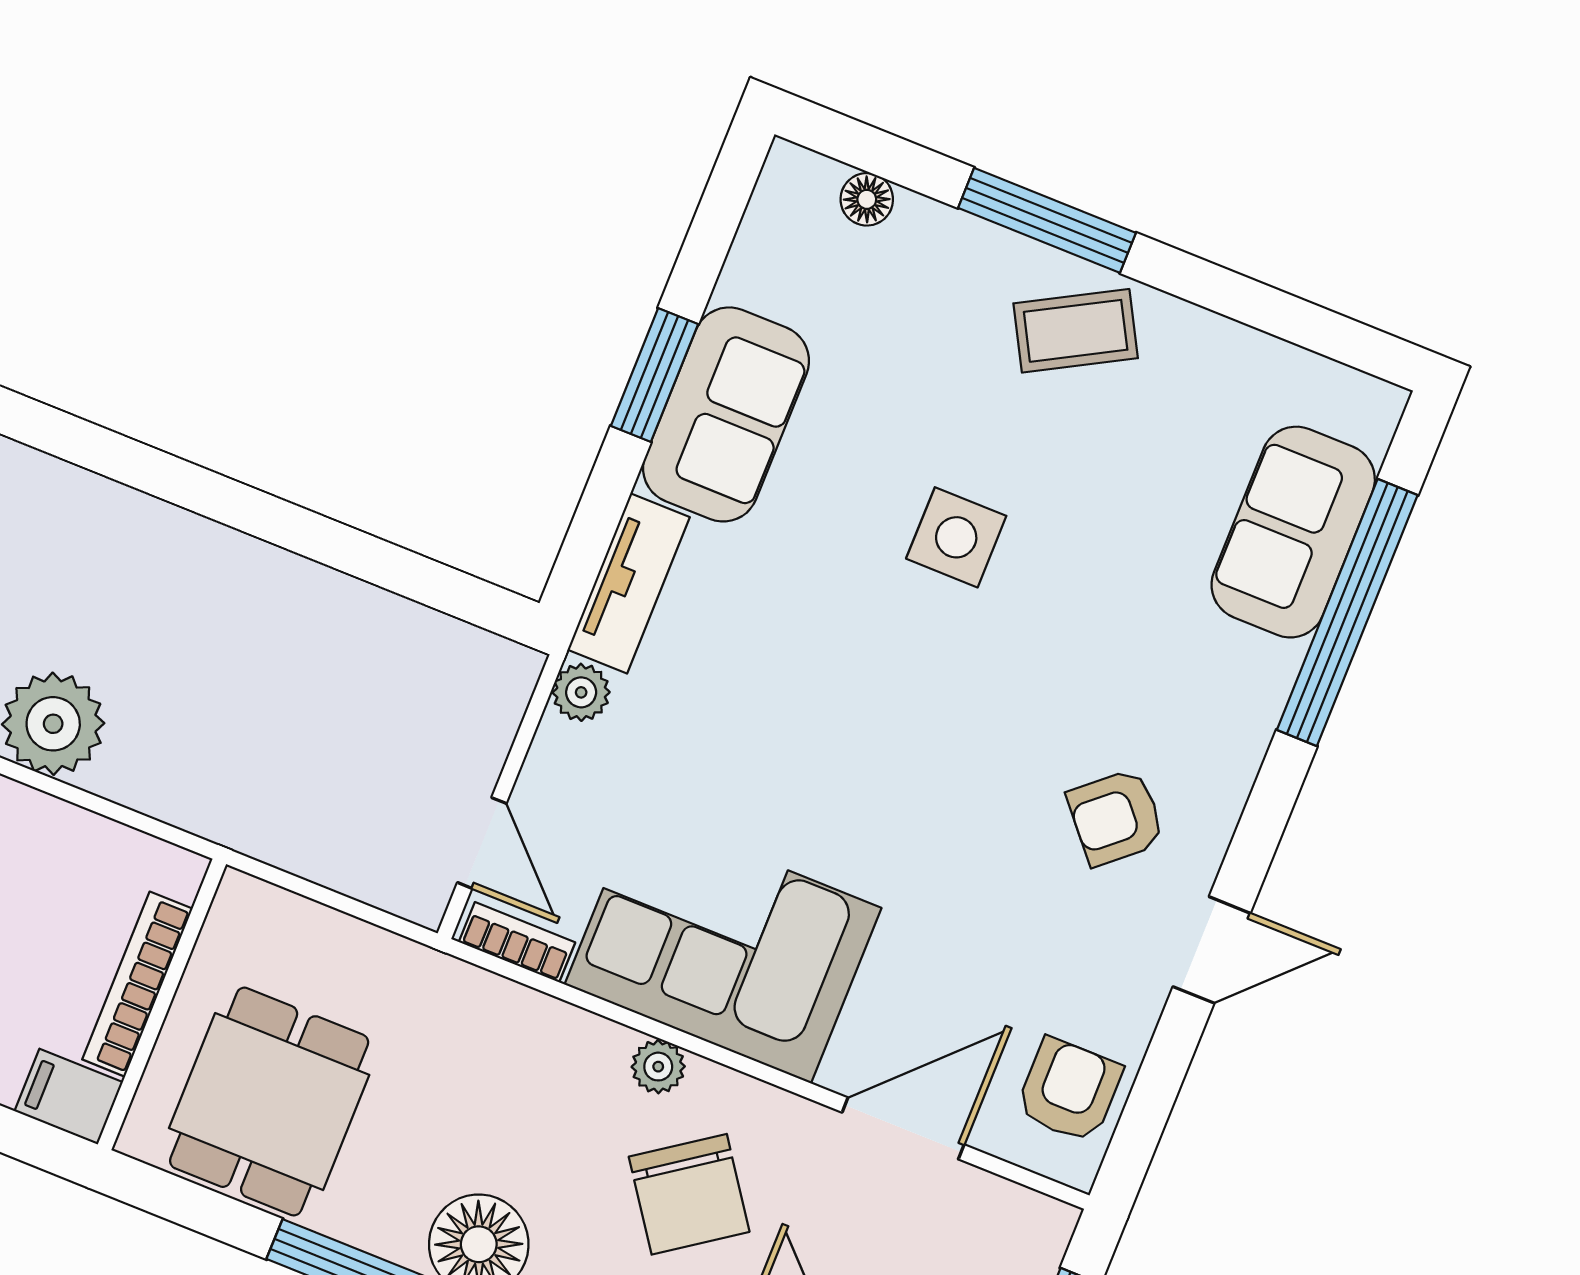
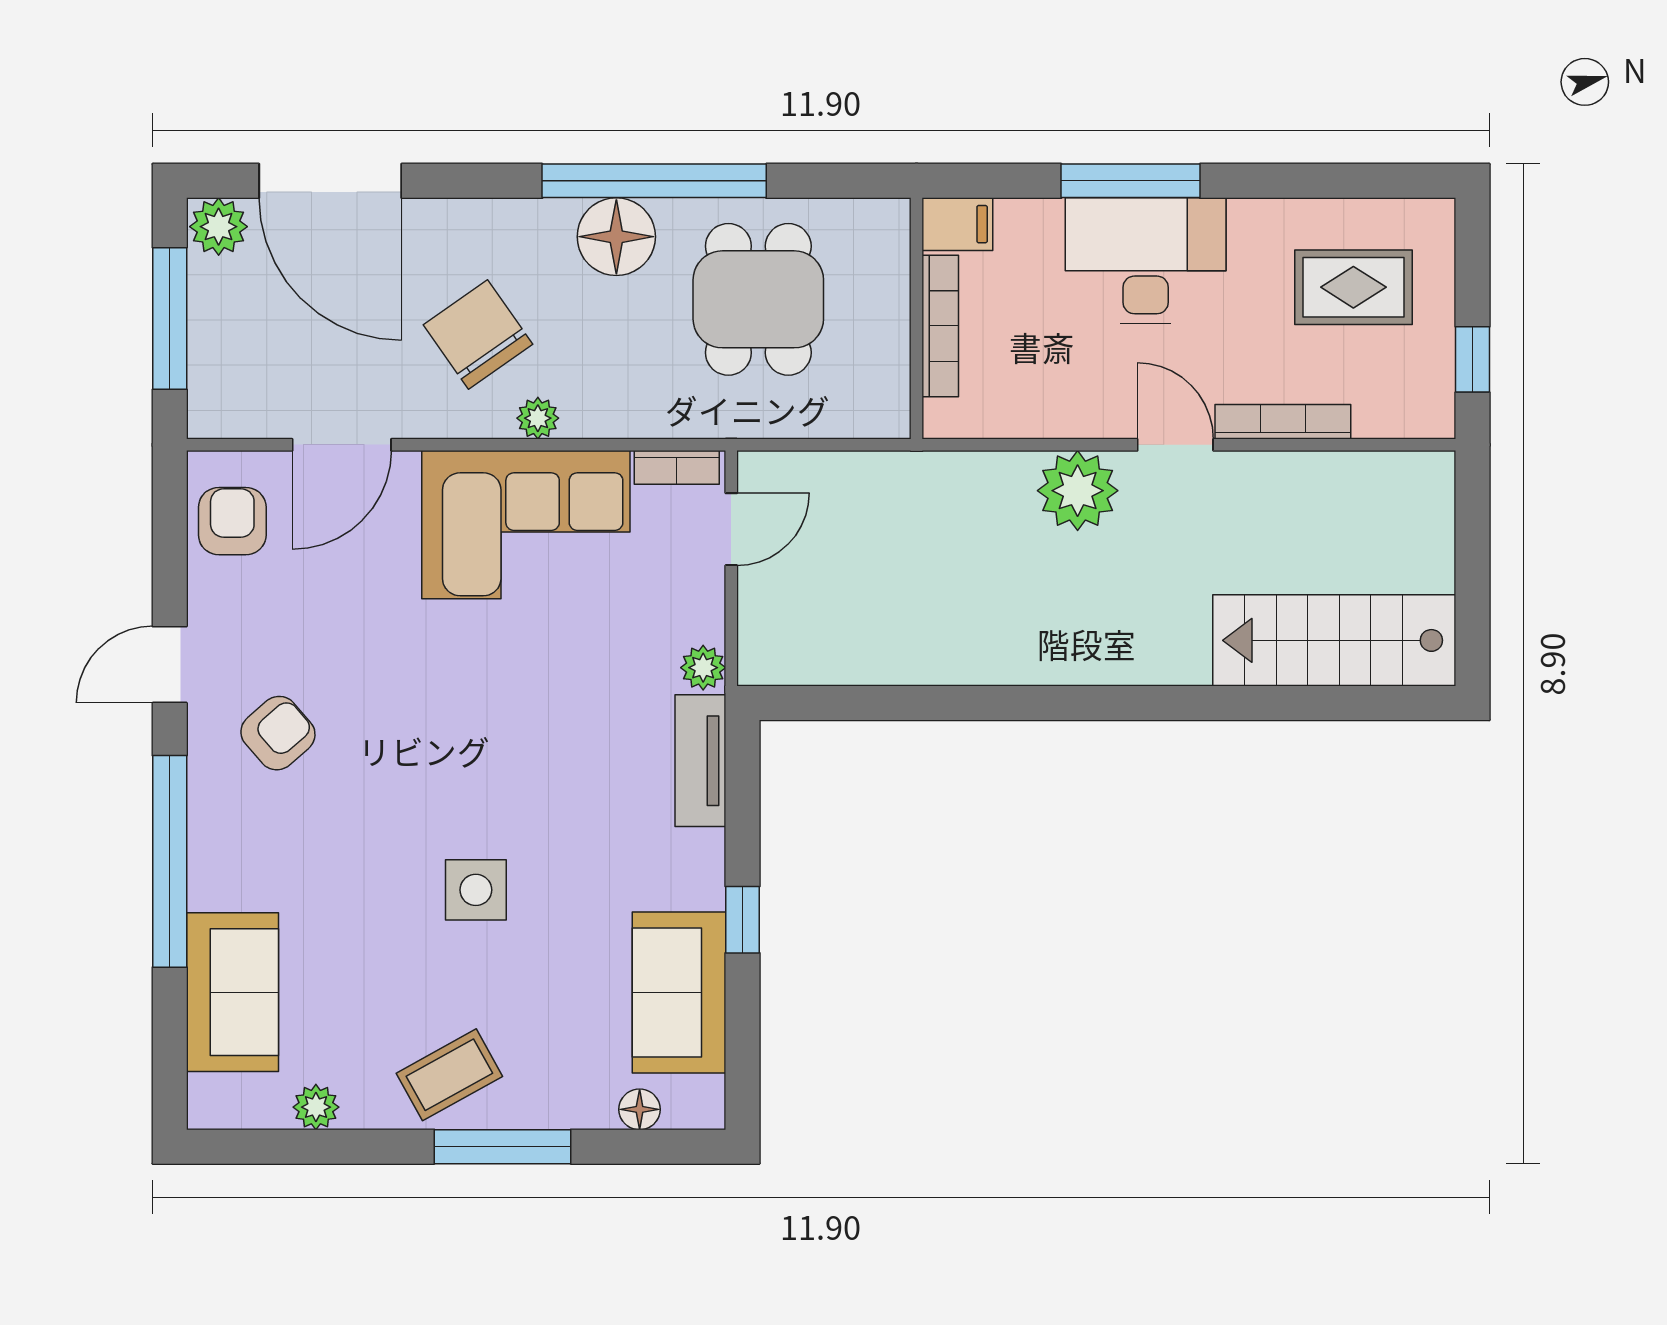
plant: (1249, 356) -> (316, 1107), added
window: (655, 375) -> (742, 920), width x0.67
sofa: (726, 414) -> (679, 992), moved
window: (1347, 613) -> (170, 861), moved
door: (482, 843) -> (731, 529), swing flipped
armchair: (1069, 1090) -> (232, 521), turned 180
dining table: (269, 1102) -> (758, 299), moved

